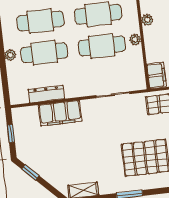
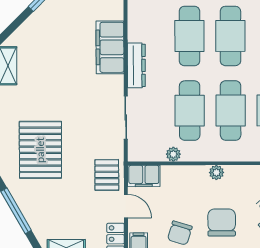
plant: (135, 39) -> (173, 154), moved
dresser: (46, 94) -> (136, 65), moved

